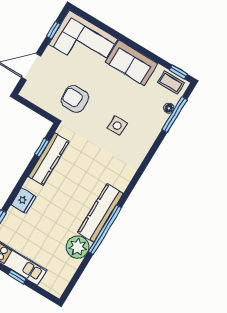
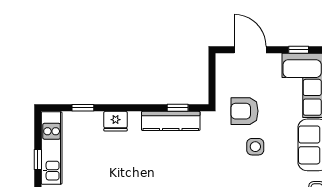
armchair: (75, 99) -> (245, 111), turned -90
side table: (117, 126) -> (255, 147), moved

